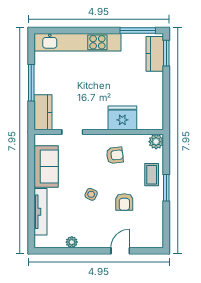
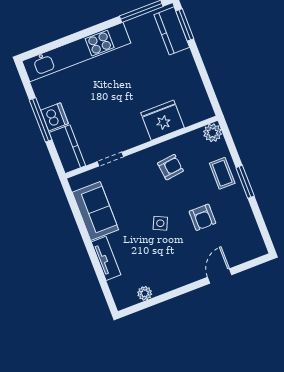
dishwasher: (43, 85) -> (54, 117), added
tv unit: (40, 212) -> (106, 258), width x0.71
plant: (72, 242) -> (145, 293), moved

